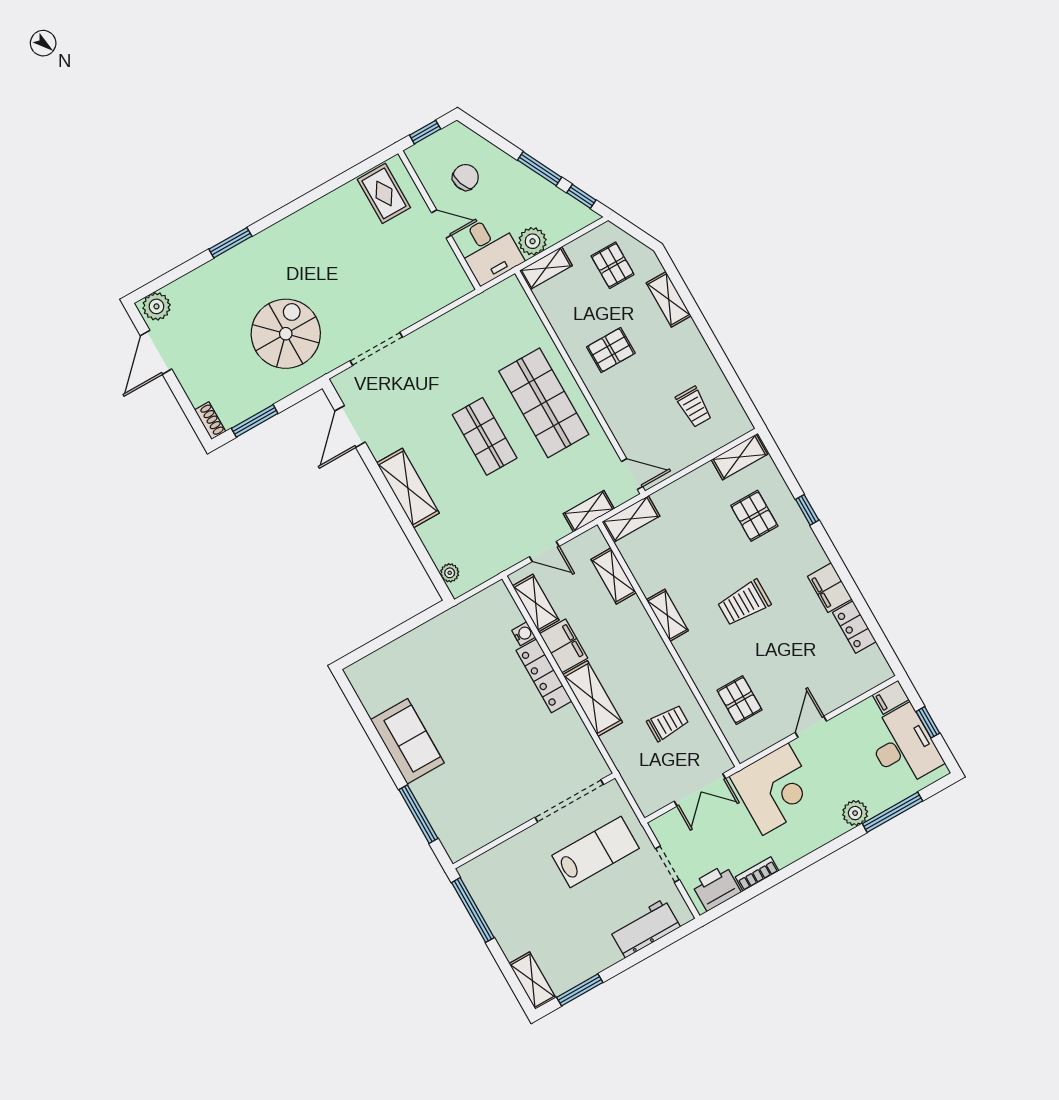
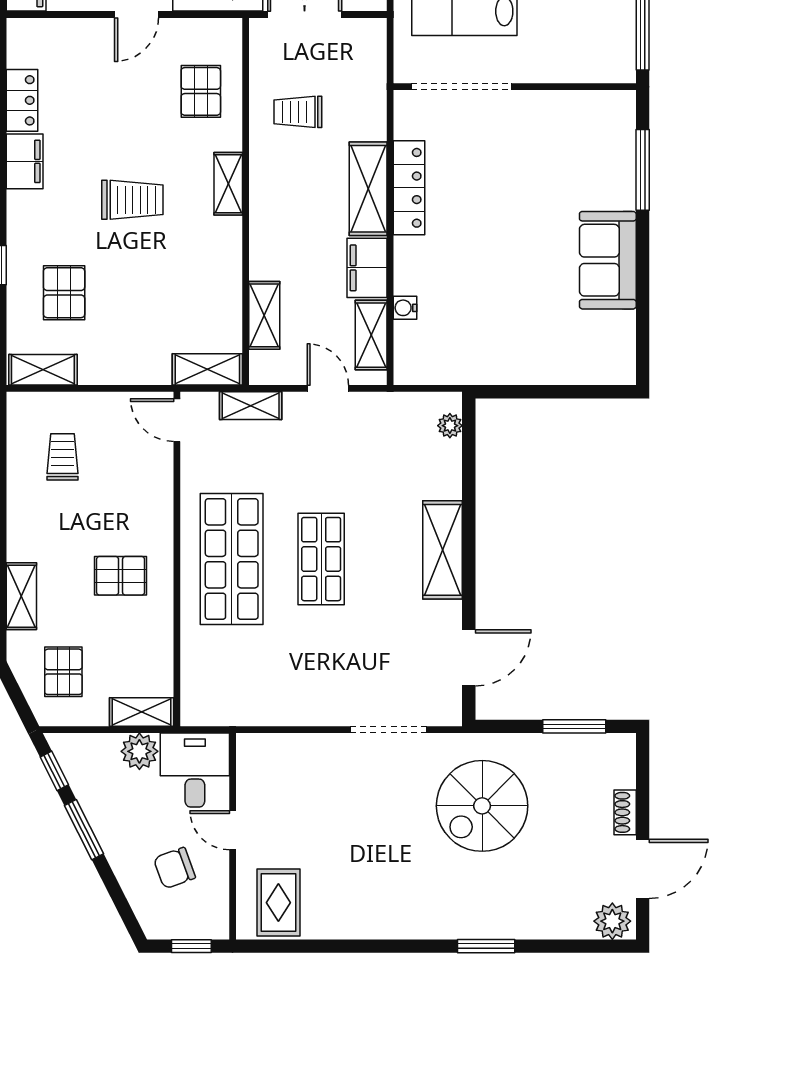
shoe rack: (210, 421) -> (625, 812), moved
shelving: (667, 615) -> (228, 184), moved
locker: (544, 676) -> (409, 188), moved

